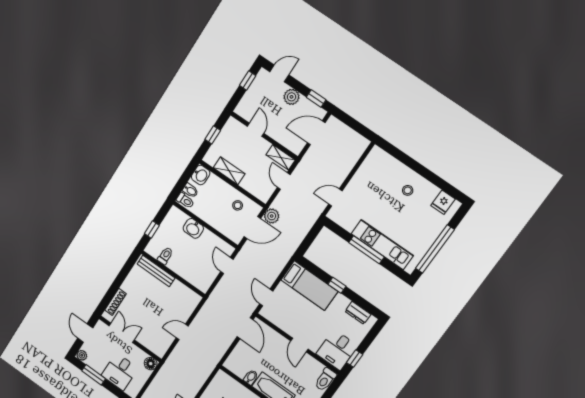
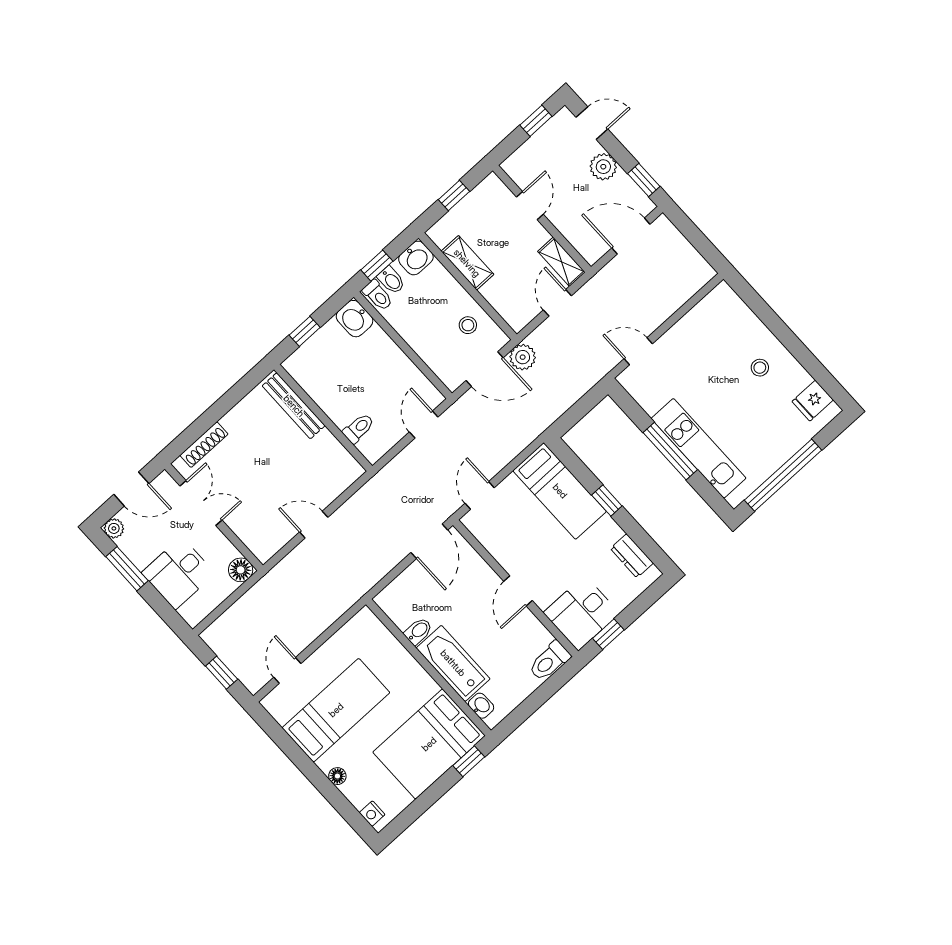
window: (181, 184) -> (377, 266), added
washbasin: (193, 228) -> (354, 319), moved
toilet: (165, 256) -> (358, 428), moved
door: (85, 333) -> (131, 489), swing flipped

